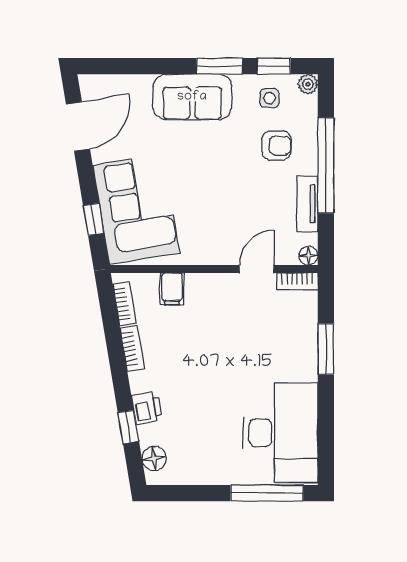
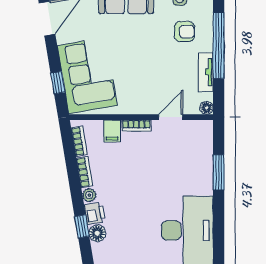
bookcase: (297, 281) -> (136, 126), moved
plant: (139, 382) -> (89, 195), added
floor lamp: (154, 458) -> (97, 233), moved

